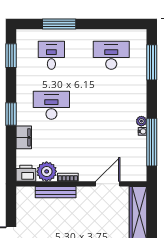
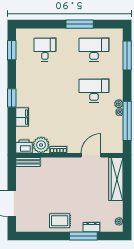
window: (59, 24) -> (80, 24), moved
desk: (51, 105) -> (94, 91), moved
bench: (56, 192) -> (28, 162), moved, width x0.73

